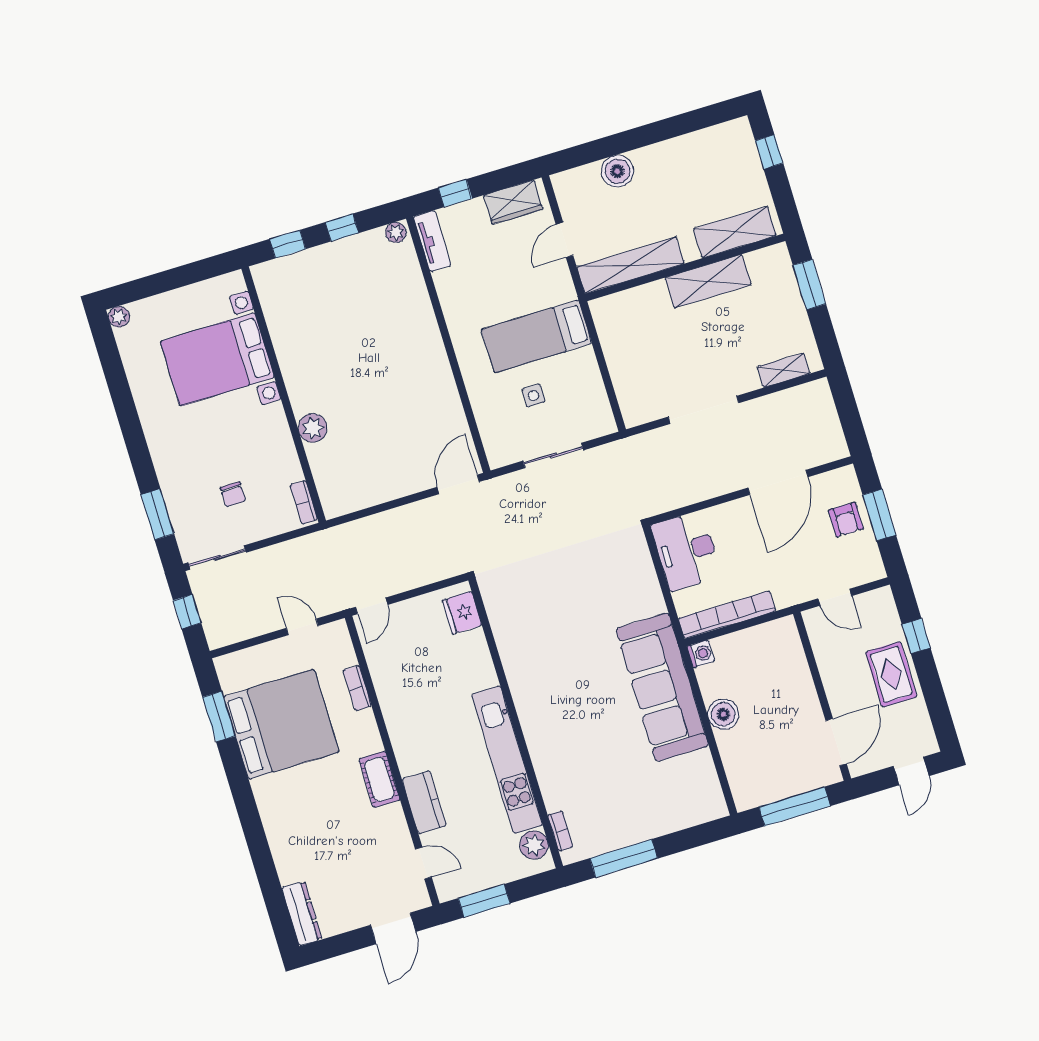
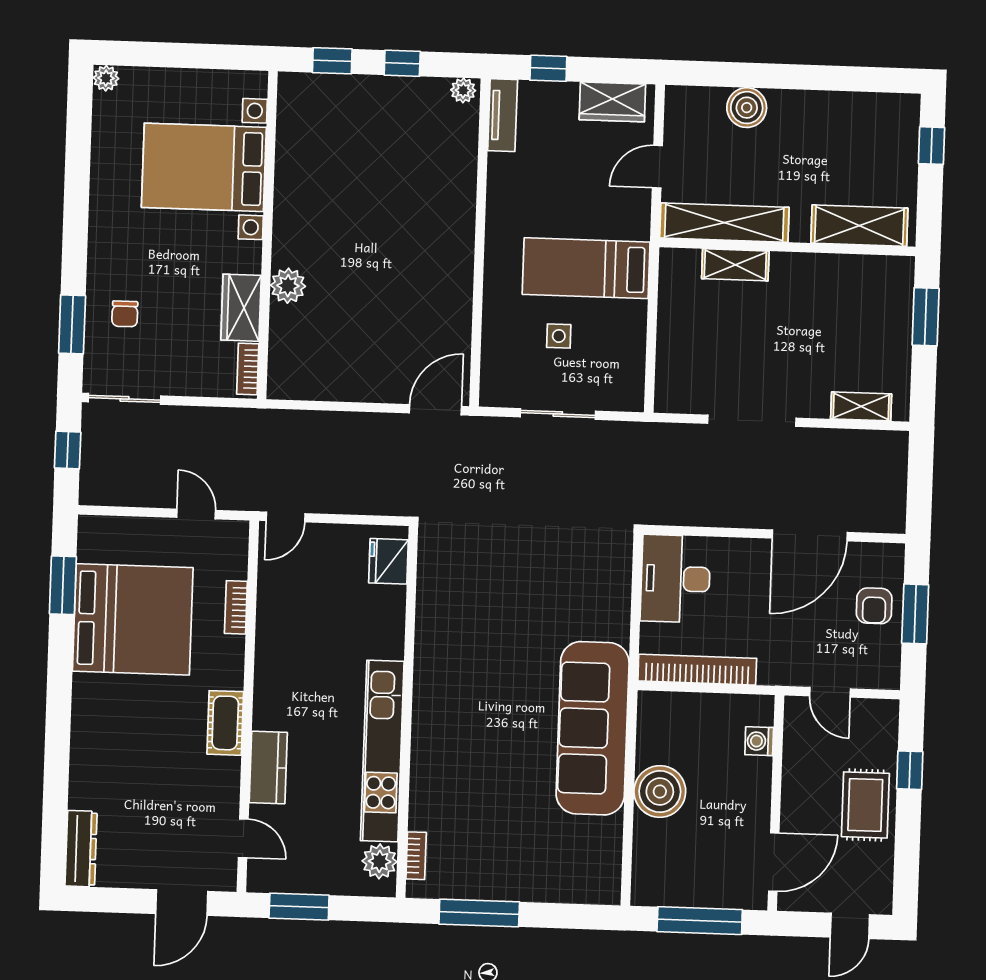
shelving: (708, 281) -> (735, 265), moved, width x0.67, depth x0.75
wardrobe: (283, 457) -> (241, 308), added
chair: (233, 494) -> (125, 314), moved
washing machine: (701, 654) -> (759, 741), moved, turned 180
boiler: (723, 714) -> (660, 792), width x1.37, depth x1.37

